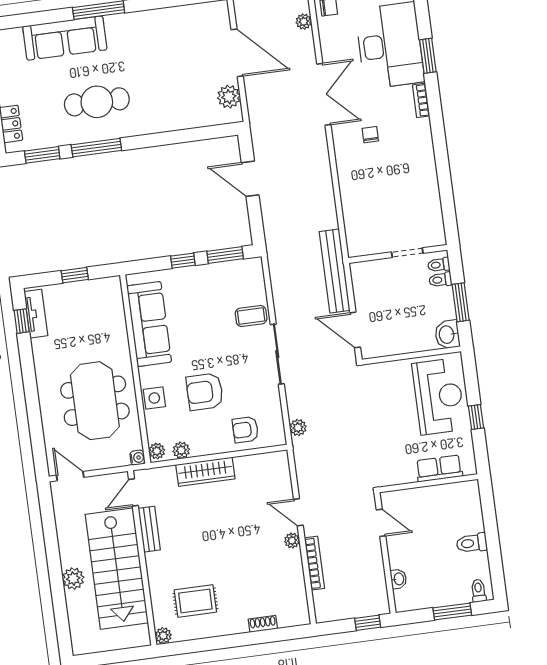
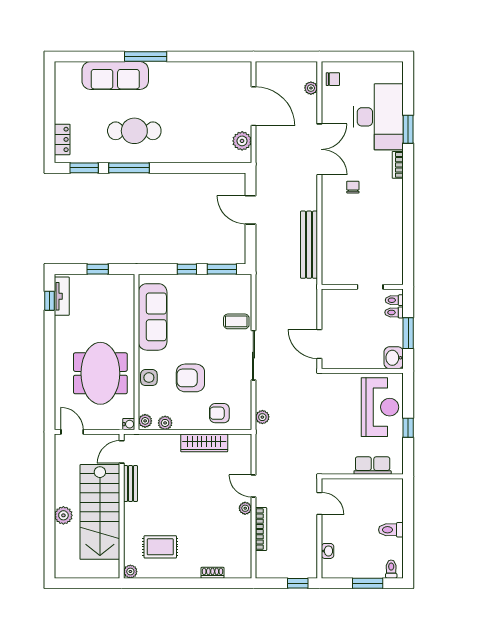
bench: (335, 271) -> (309, 245), moved
wardrobe: (205, 472) -> (204, 443), moved

